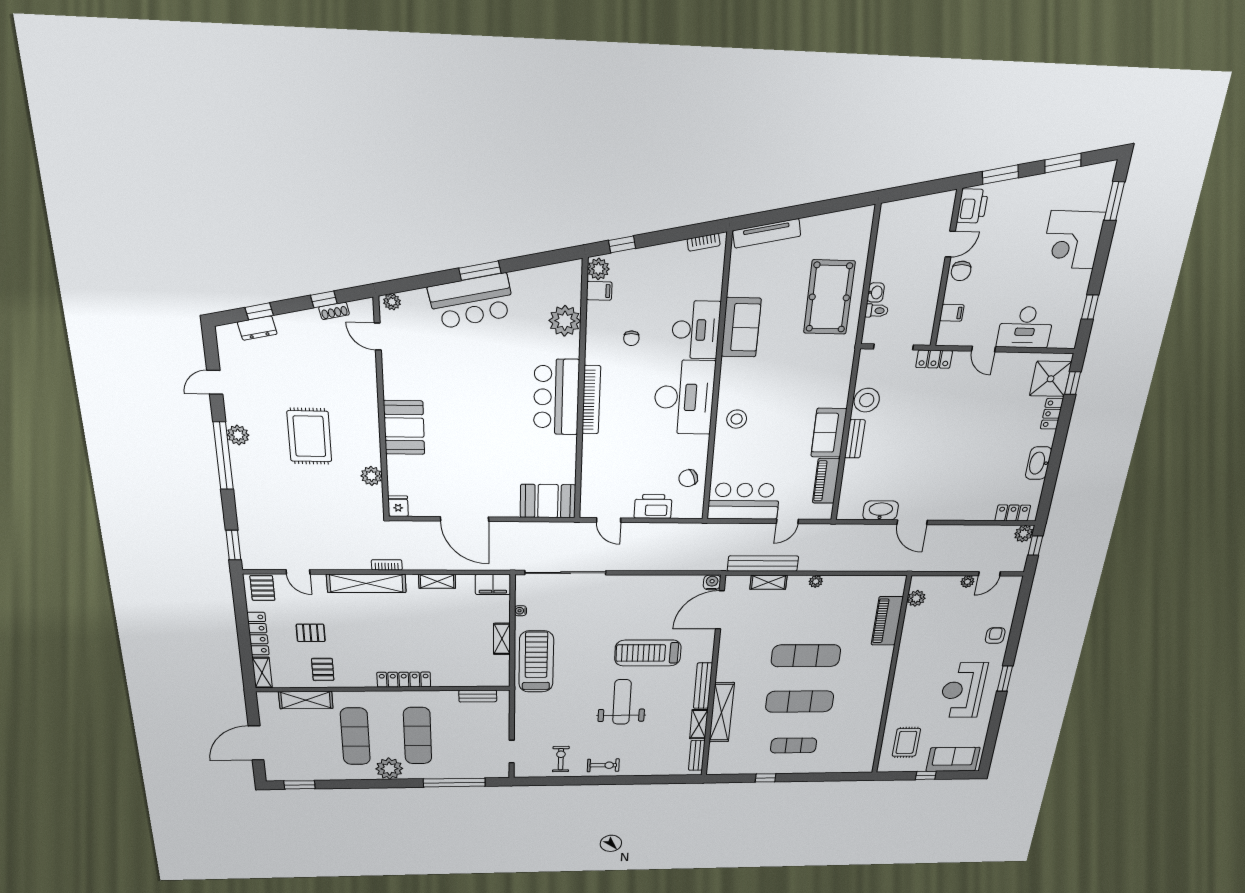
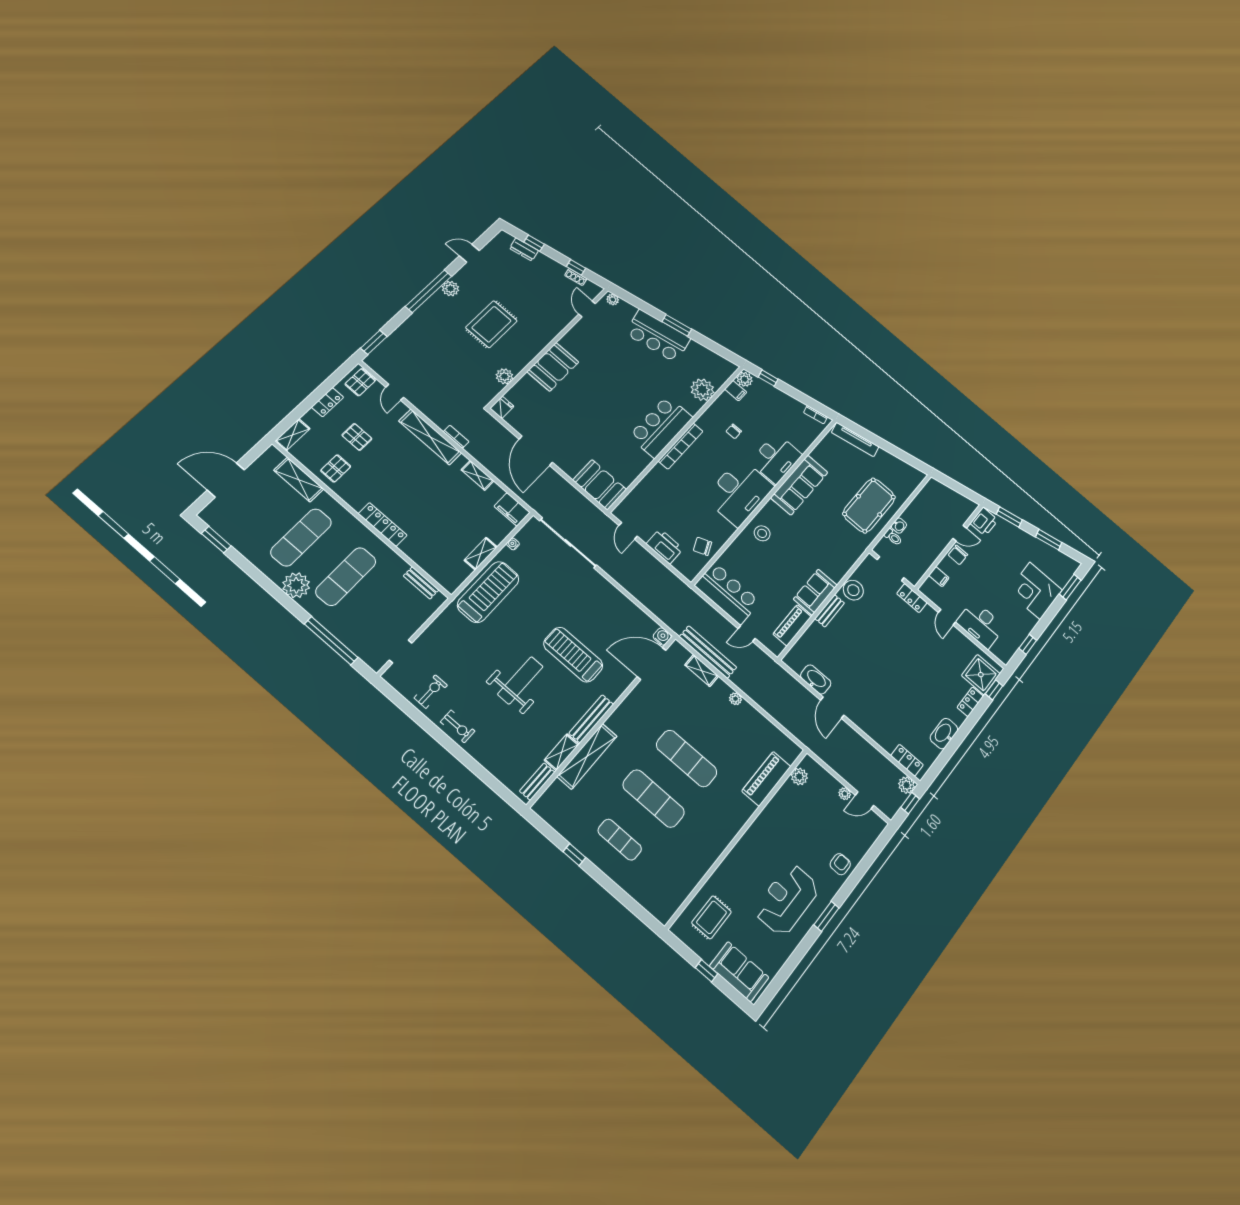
sofa: (741, 327) -> (799, 485), width x1.36
locker: (258, 634) -> (328, 402), width x0.66

